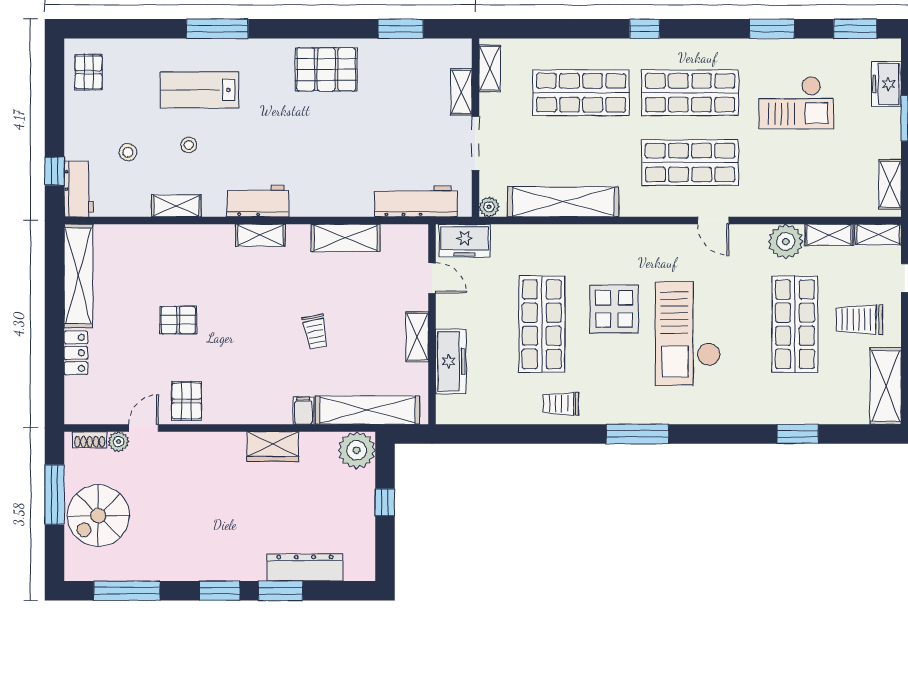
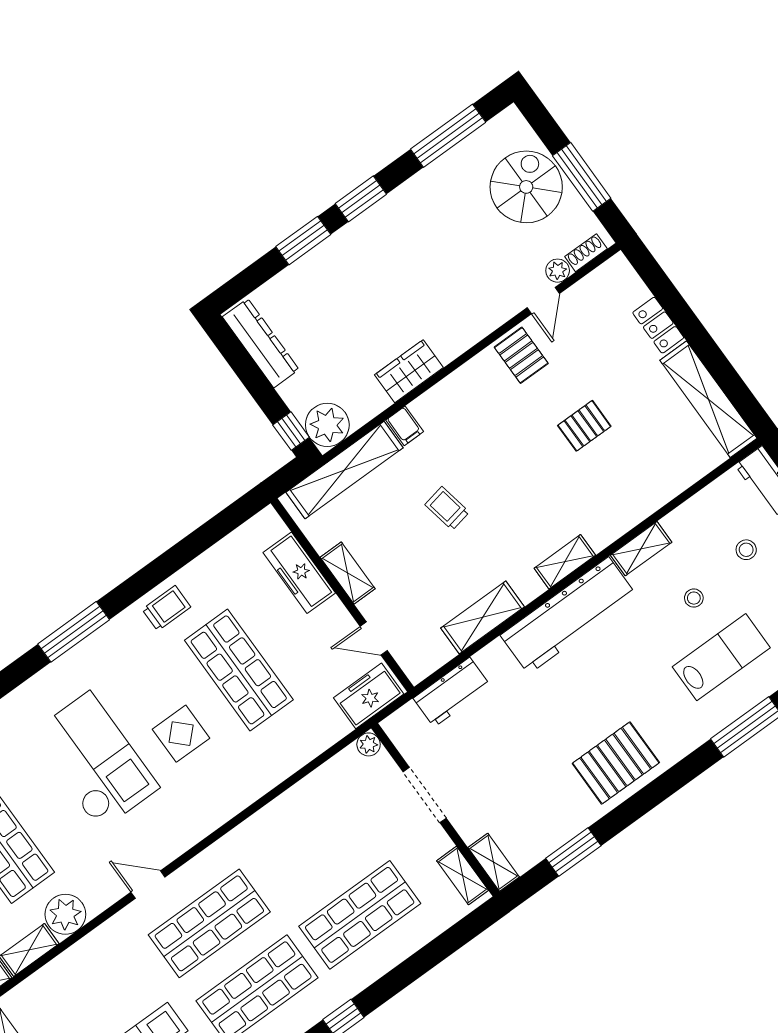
shelving: (461, 92) -> (494, 862), moved
workbench: (258, 201) -> (569, 615), width x1.88, depth x1.32
workbench: (416, 201) -> (452, 692), width x0.73
shelving: (563, 202) -> (302, 800), removed
shelving: (176, 206) -> (641, 549), moved
display table: (614, 309) -> (181, 734), width x0.73, depth x0.73
window: (385, 502) -> (291, 431), moved
dresser: (305, 568) -> (261, 343), moved, turned -90

